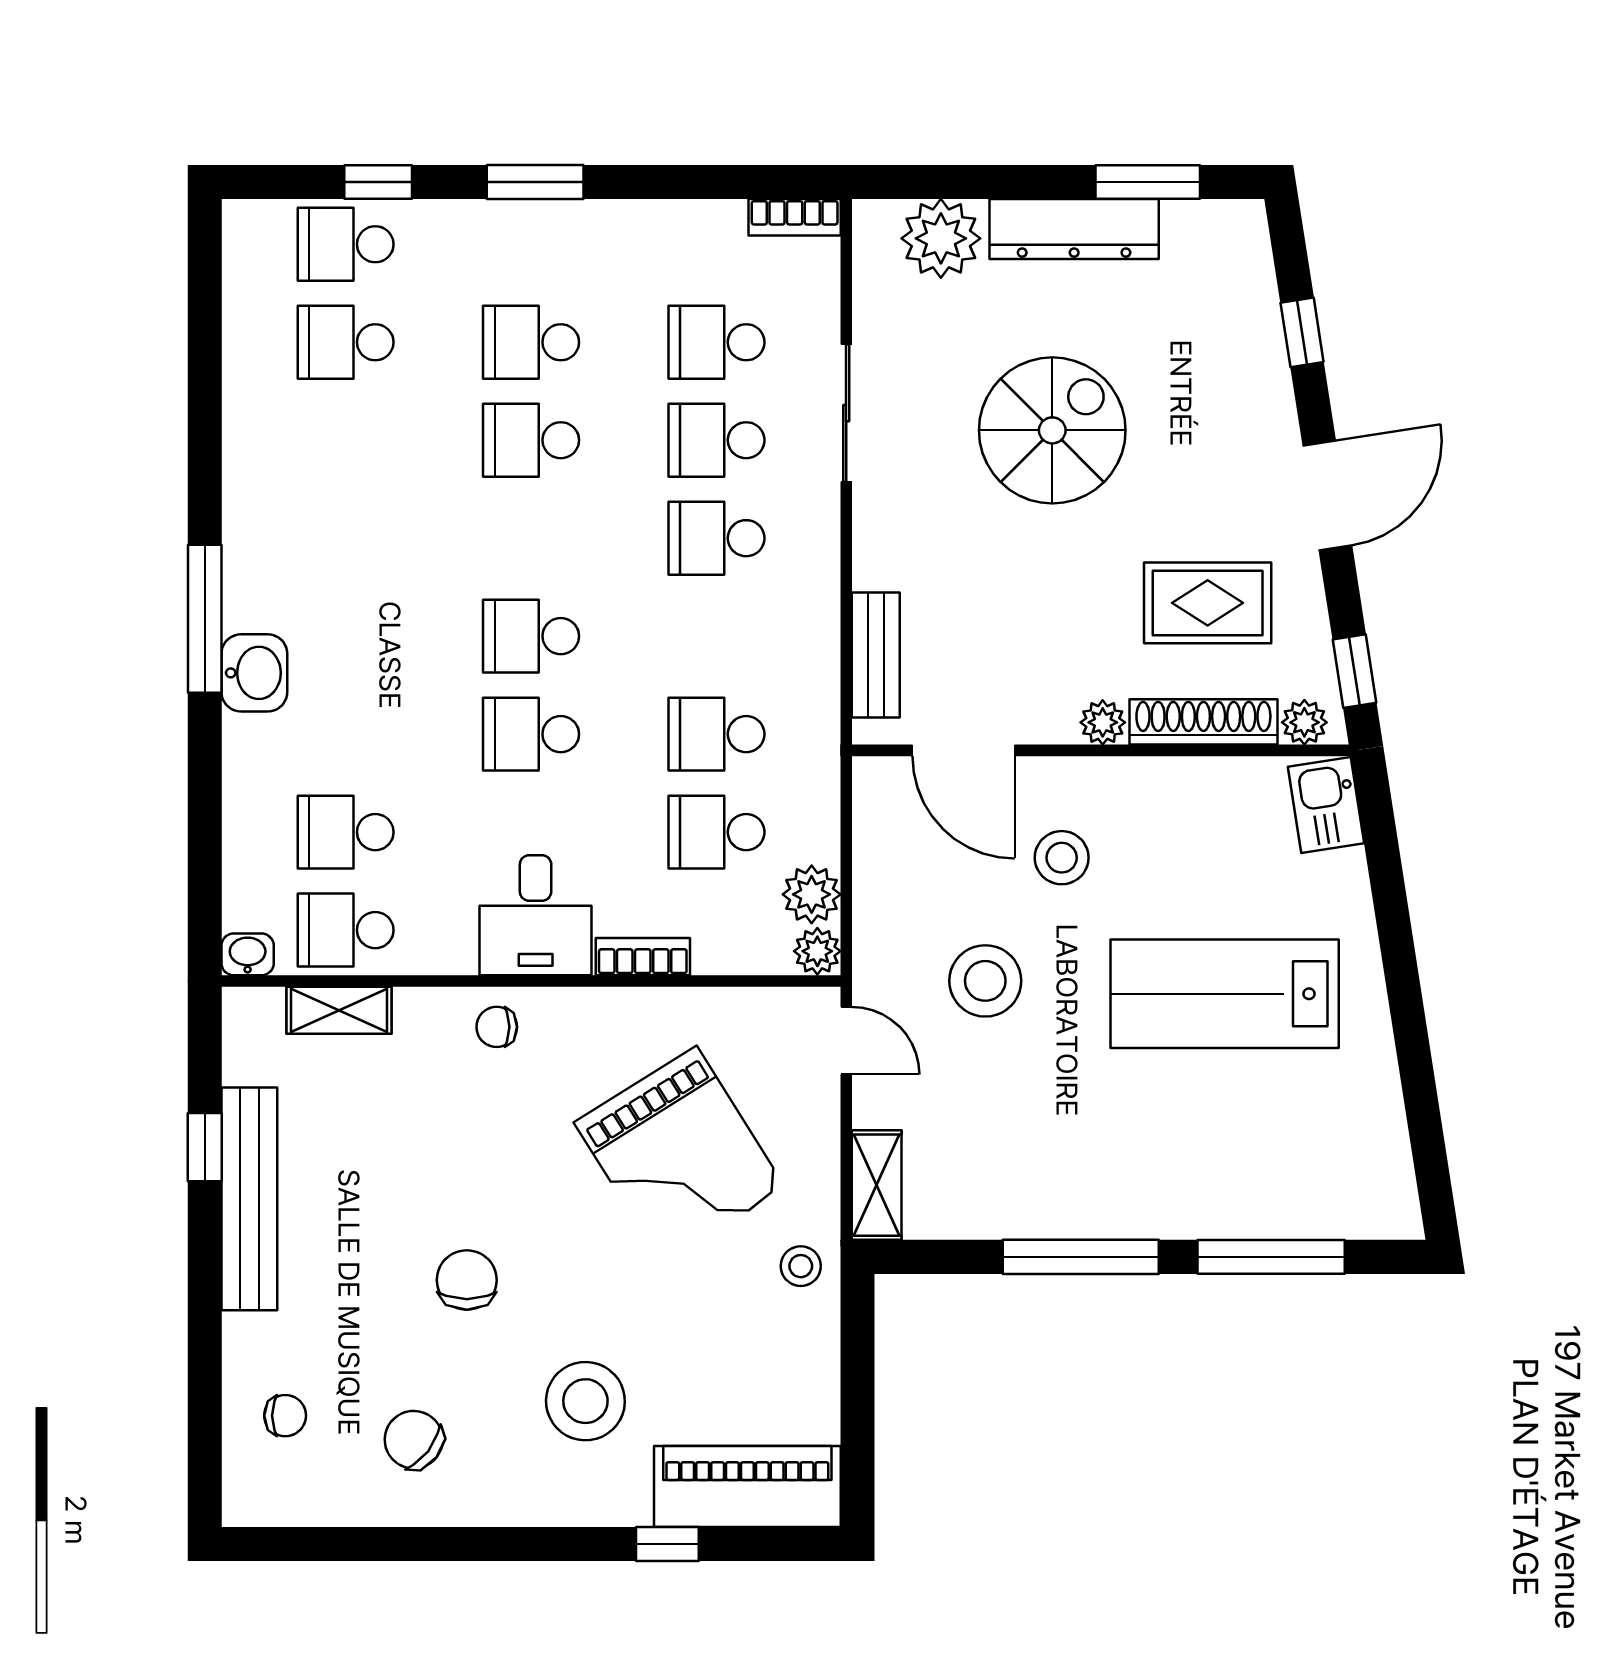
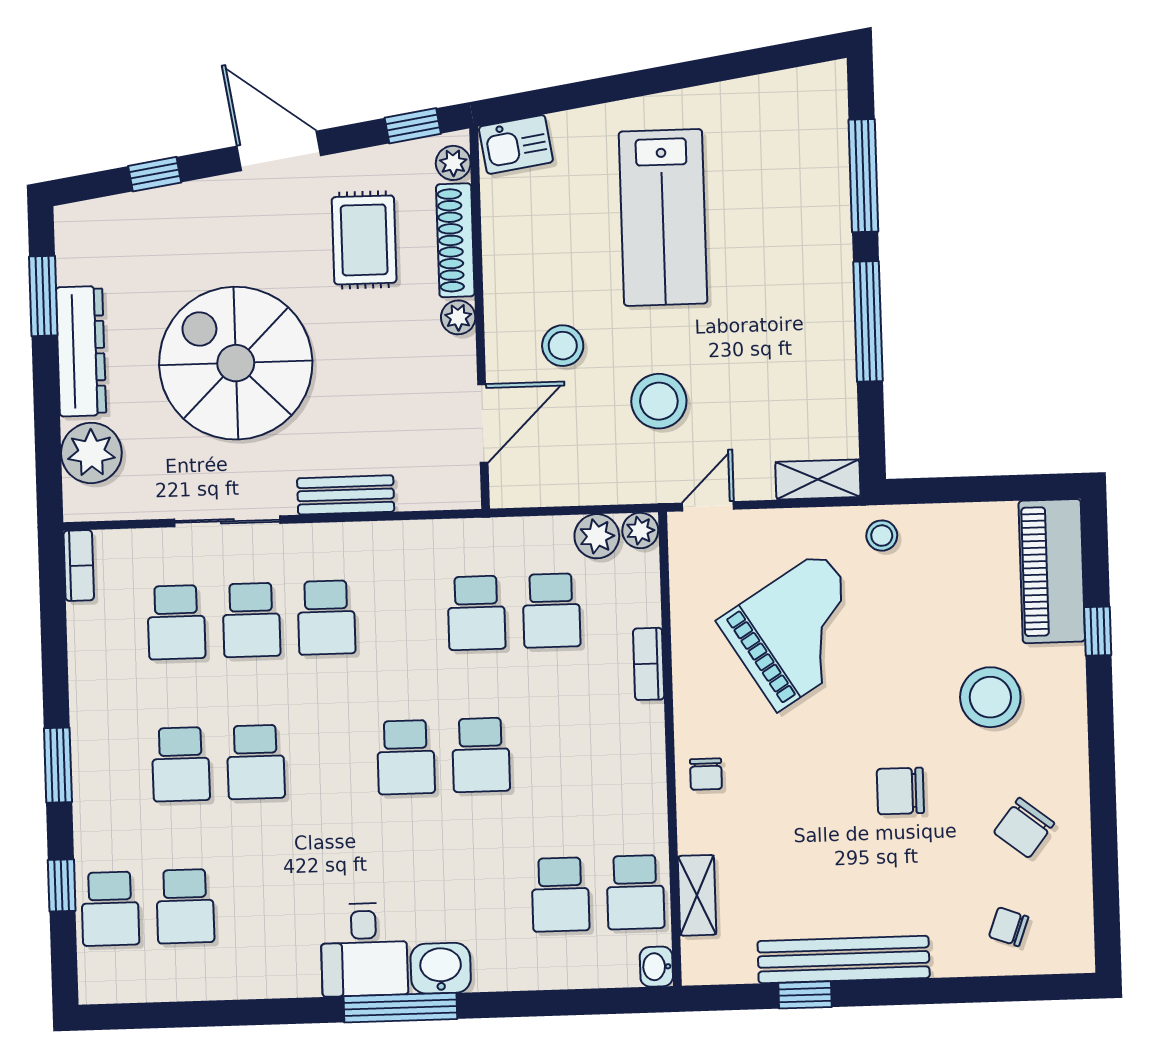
spiral stairs: (1052, 430) -> (236, 363), width x1.37, depth x1.37
bench: (876, 655) -> (346, 495), moved
desk: (536, 915) -> (364, 950), moved, turned 90
chair: (285, 1416) -> (1009, 927), turned -70

